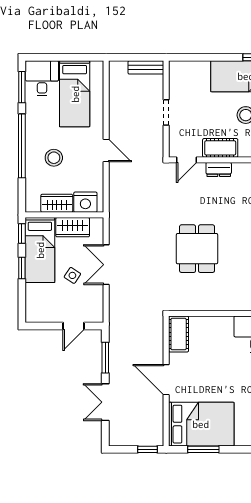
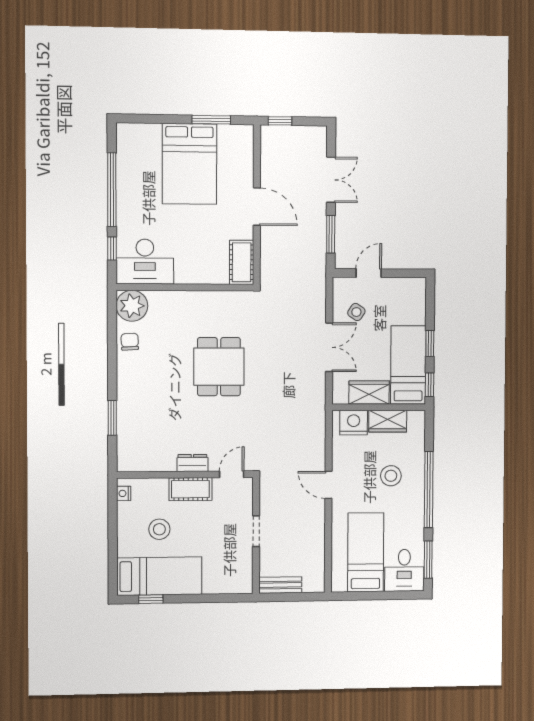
side table: (72, 275) -> (356, 312), moved
bed: (201, 424) -> (189, 164), moved, turned -90

